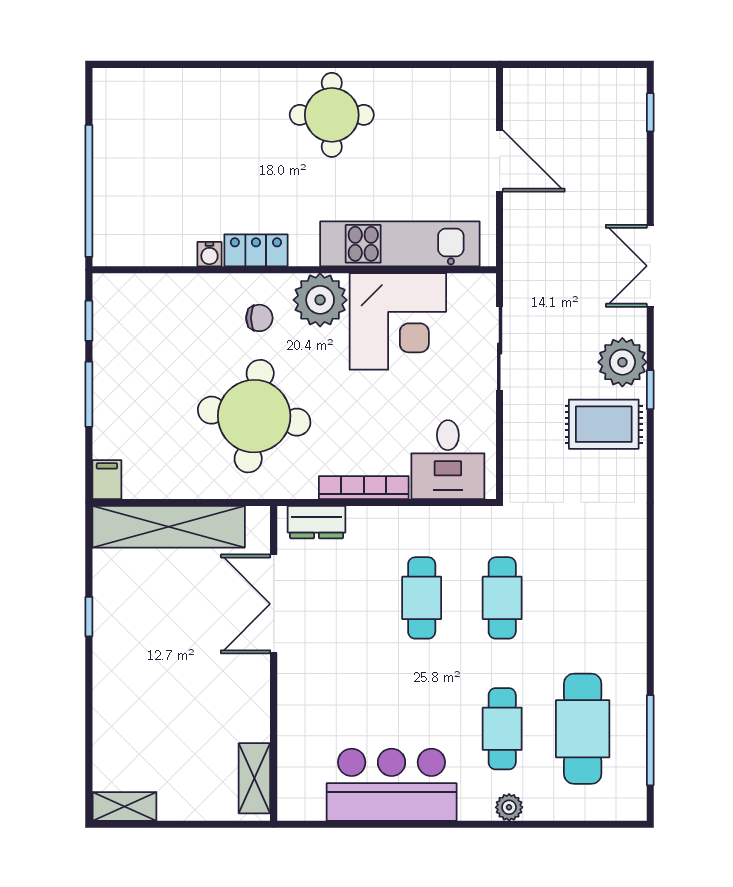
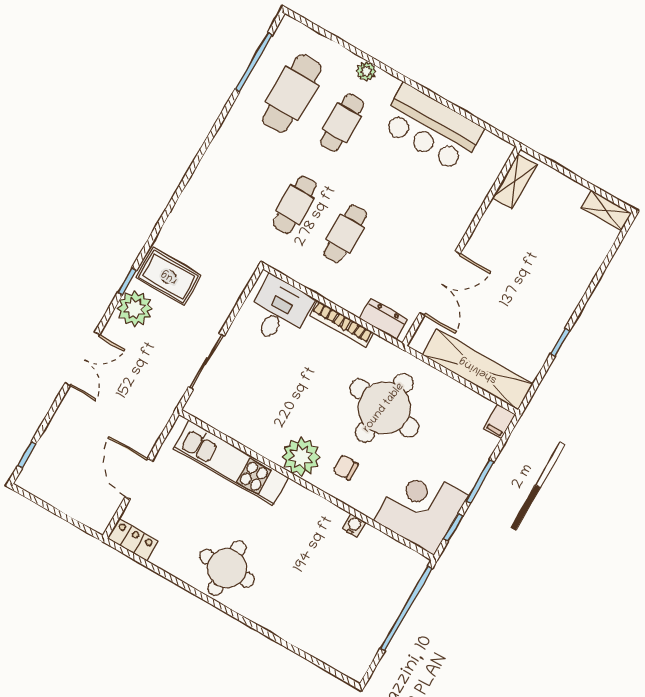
locker: (256, 250) -> (133, 540), moved, turned 180
corner desk: (398, 321) -> (421, 508), moved

